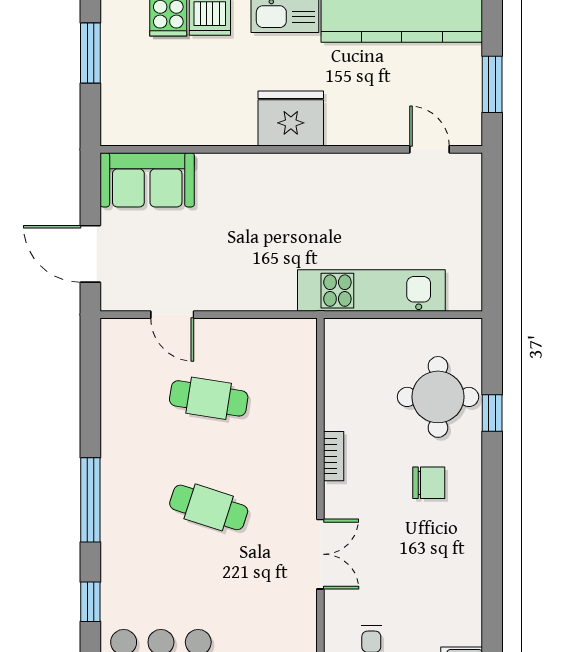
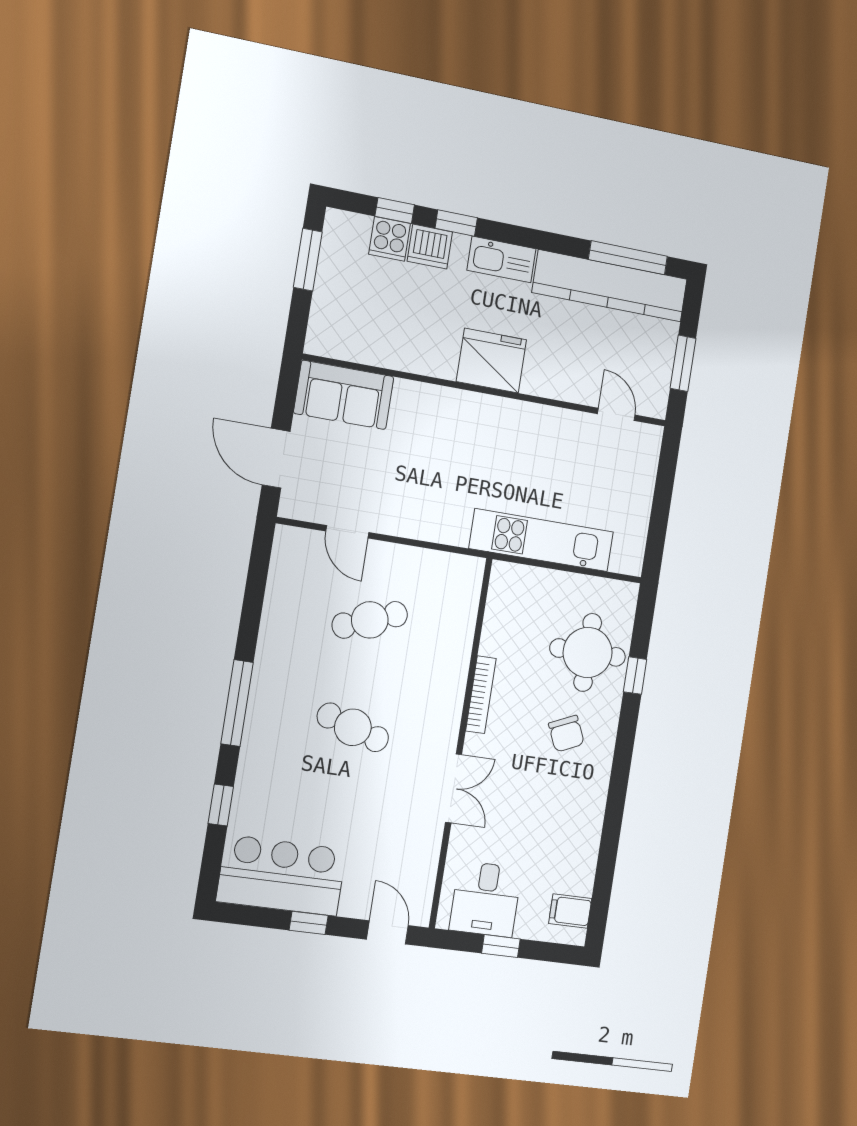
cafe table: (209, 398) -> (370, 620), turned -30
bookcase: (334, 456) -> (481, 695), width x1.56
chair: (429, 483) -> (566, 734), turned 66

